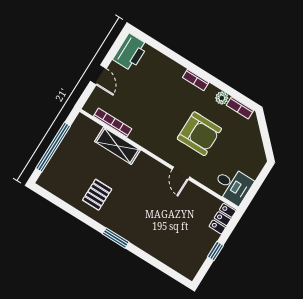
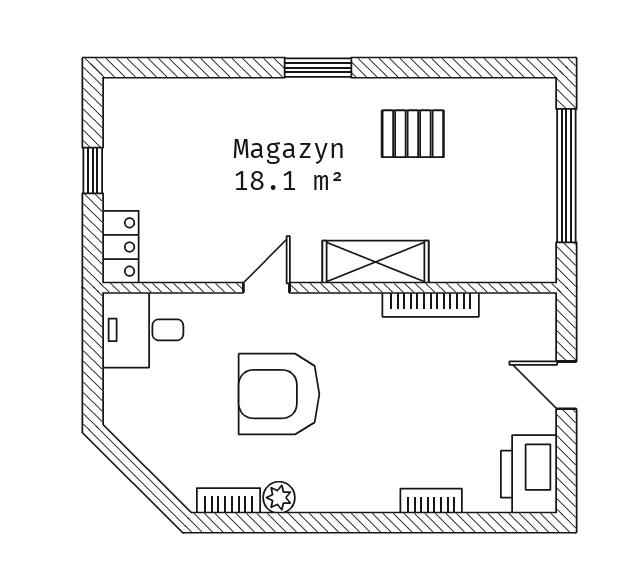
bookcase: (196, 80) -> (431, 501), moved
bookcase: (113, 122) -> (431, 304), moved
shelving: (117, 146) -> (375, 262), moved
door: (181, 173) -> (266, 288), hinge flipped
pallet: (97, 195) -> (413, 134), turned 90

